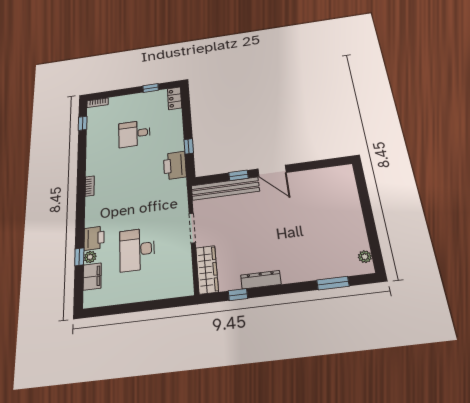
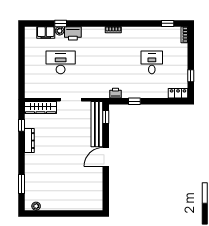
printer: (175, 165) -> (116, 93), width x0.53, depth x0.68
window: (238, 175) -> (106, 117), moved

